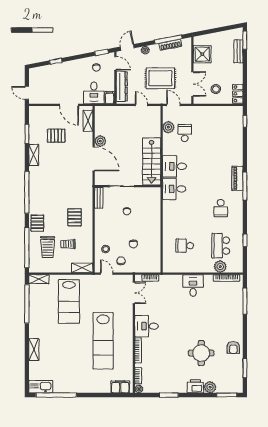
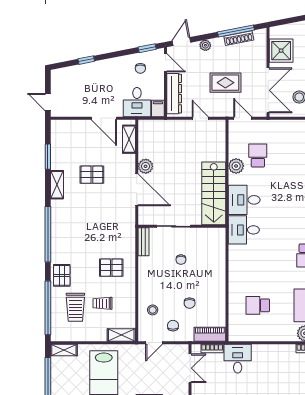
rug: (160, 78) -> (225, 83), width x0.73, depth x0.70
double door: (192, 84) -> (268, 90), width x1.37
plant: (168, 127) -> (236, 166), moved
pallet: (56, 136) -> (92, 175), moved
pallet: (75, 217) -> (111, 268), turned 90
piano: (149, 267) -> (210, 334), added
door: (107, 274) -> (154, 343), swing flipped
desk: (193, 286) -> (238, 359), moved

